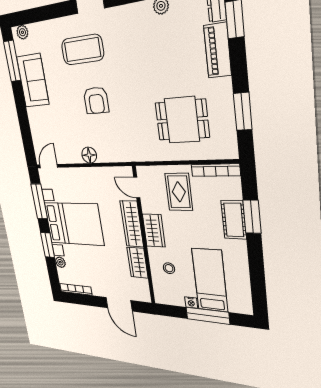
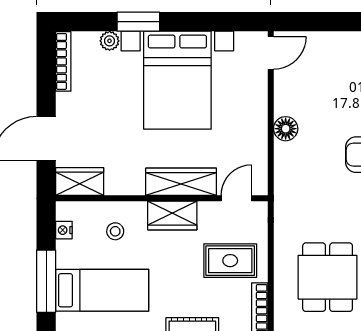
door: (49, 166) -> (271, 53), hinge flipped
window: (39, 201) -> (213, 22), removed
wardrobe: (137, 263) -> (80, 182), moved
nightstand: (191, 303) -> (64, 230), moved

